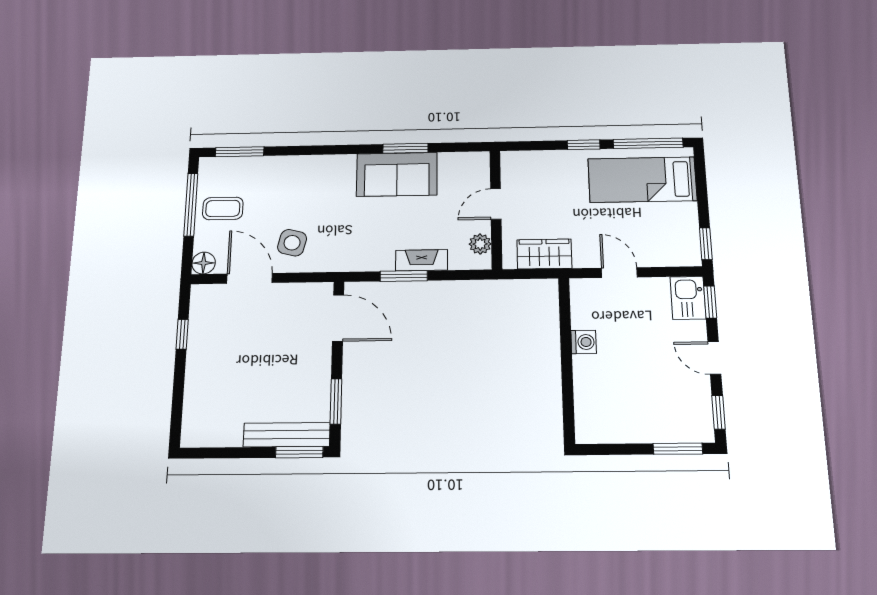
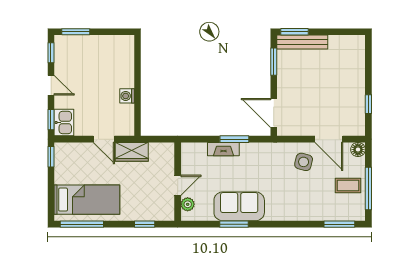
window: (584, 145) -> (145, 224), moved
plant: (480, 244) -> (188, 204), moved
wardrobe: (544, 254) -> (132, 152), moved

